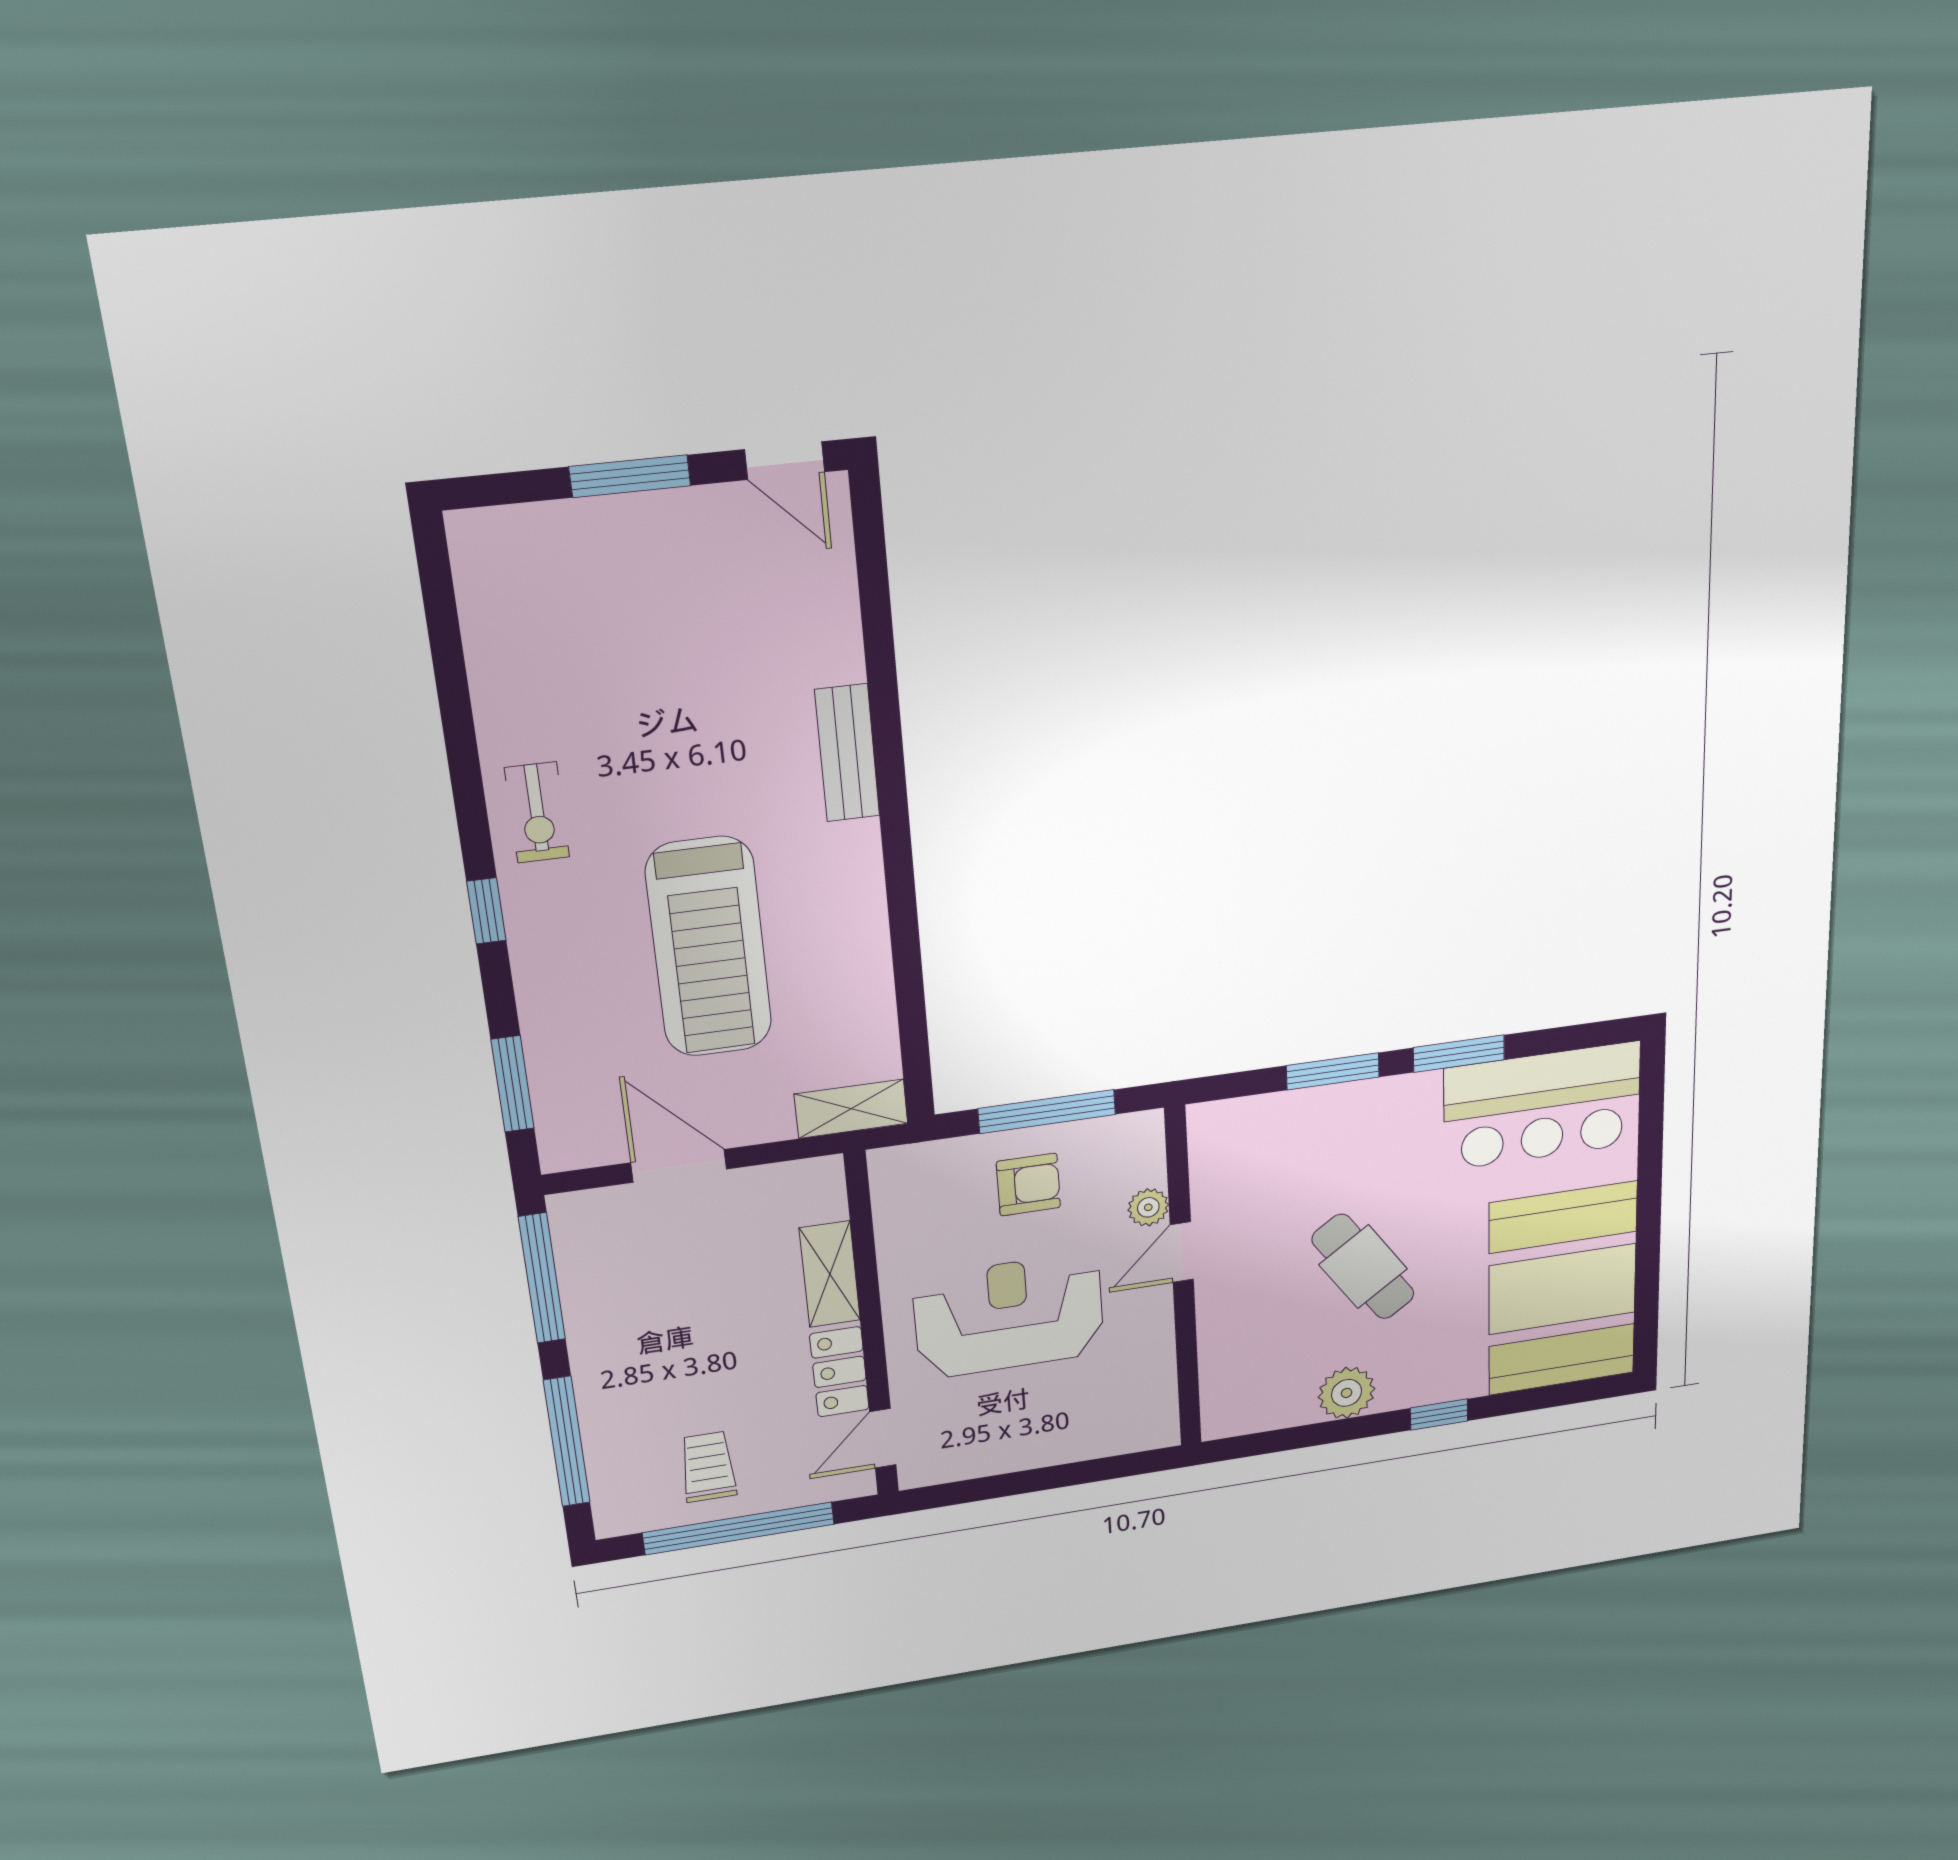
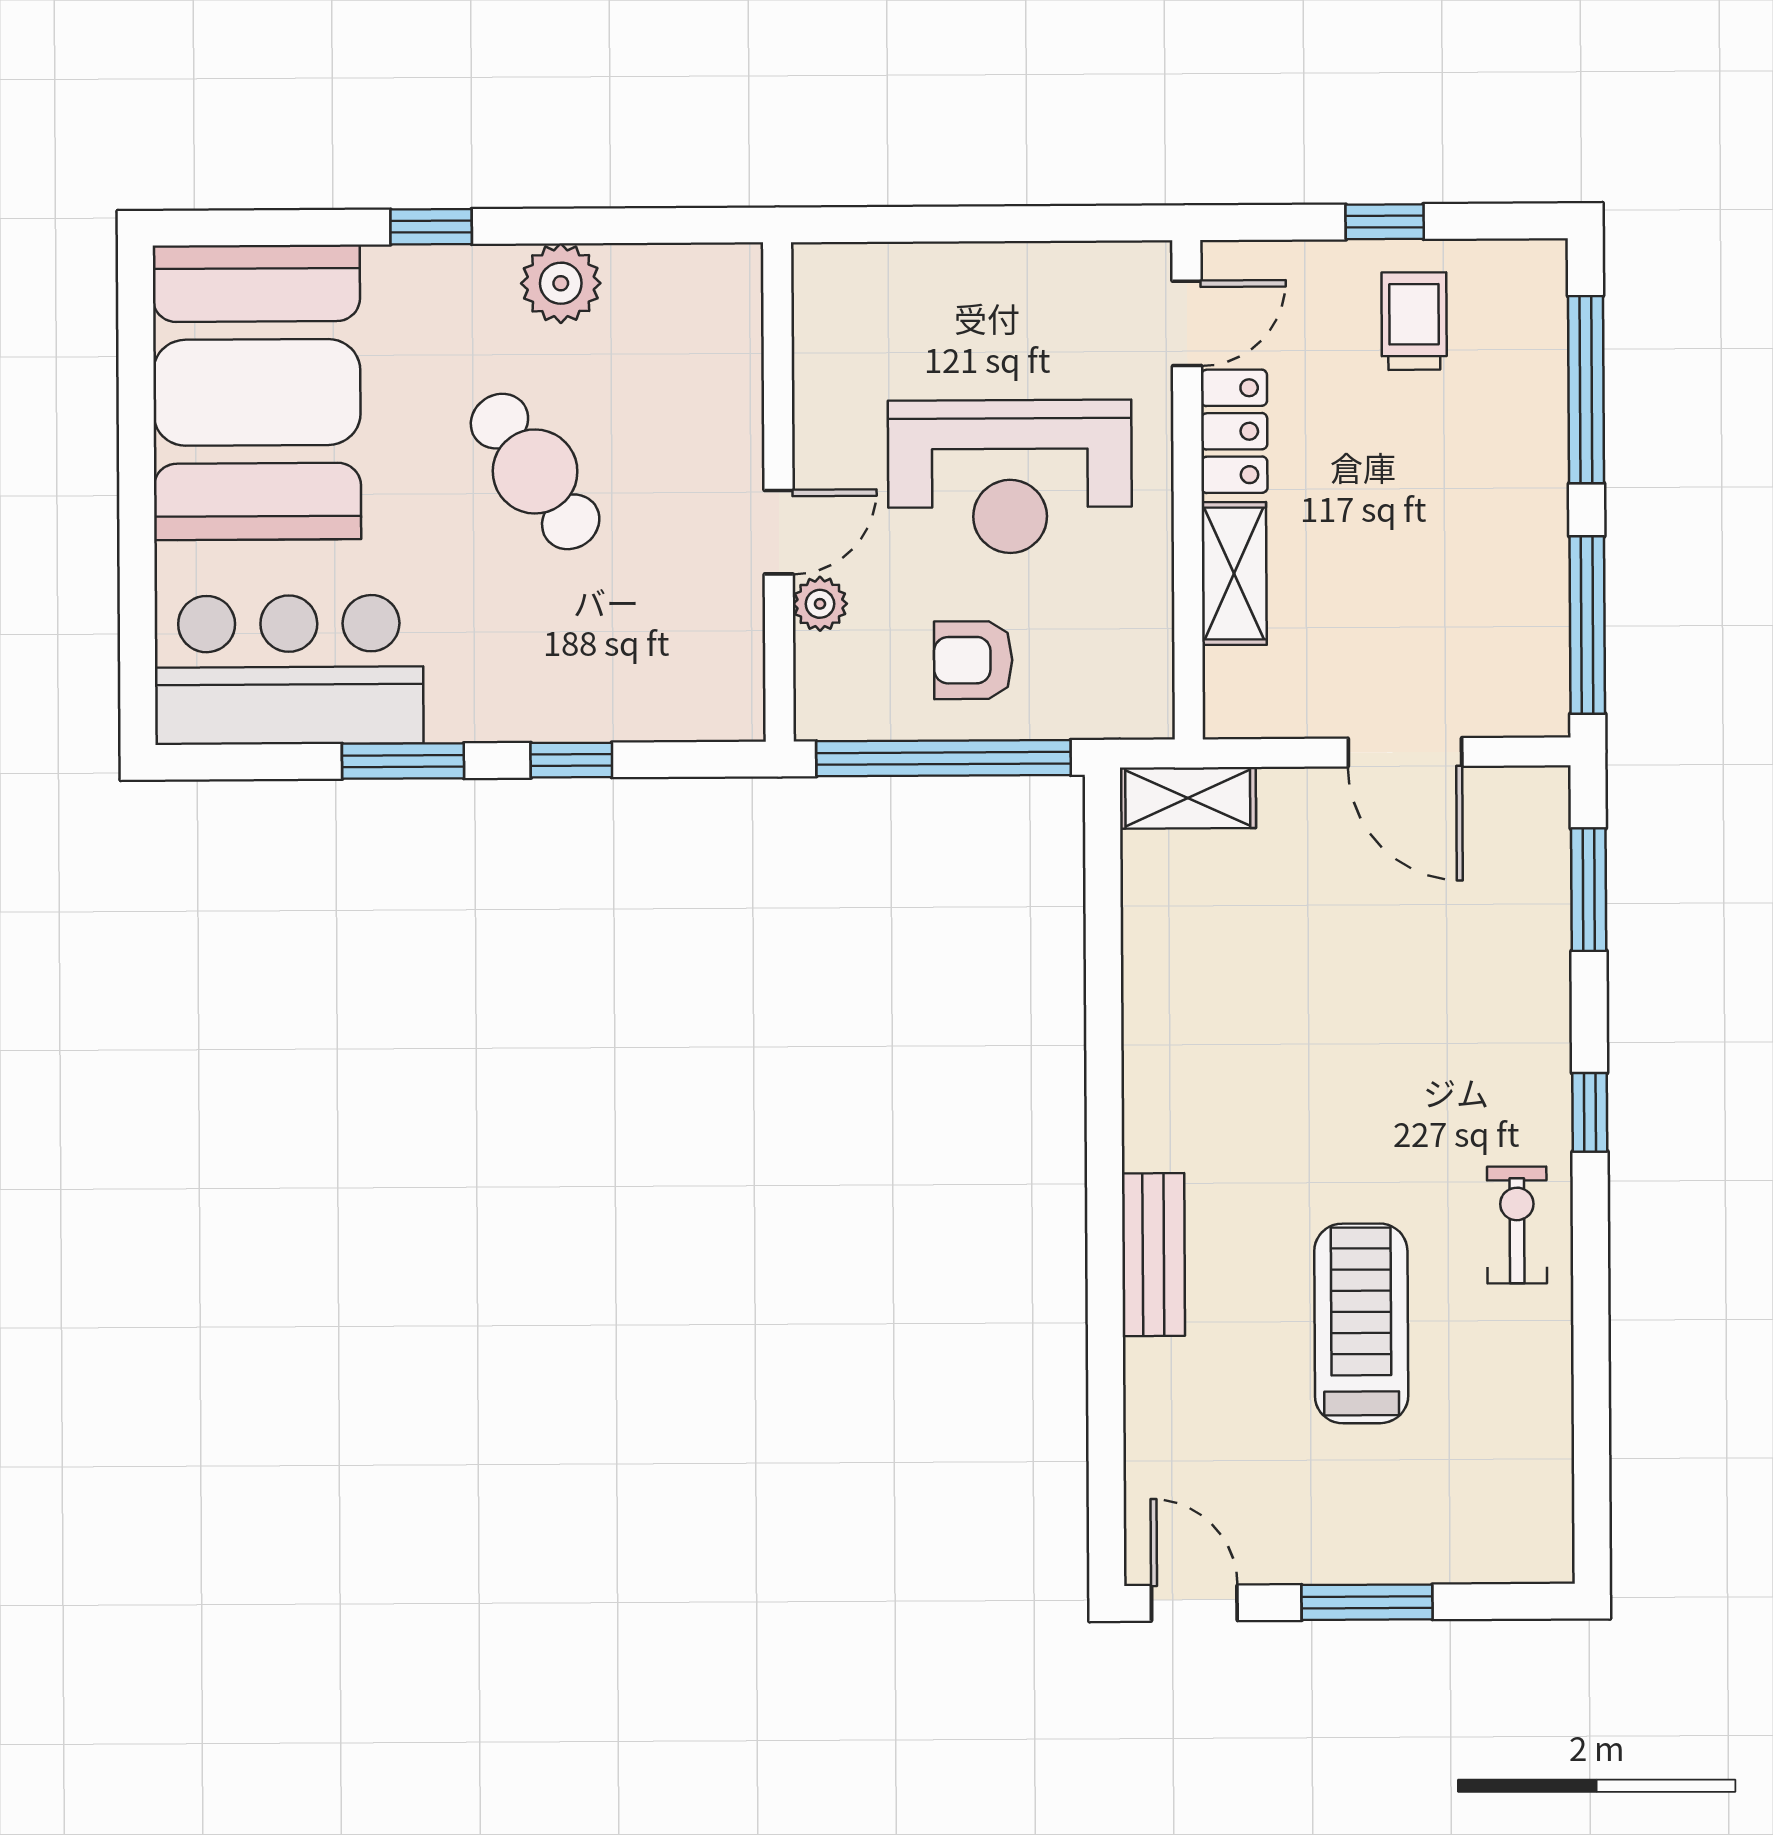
treadmill: (709, 947) -> (1361, 1323), moved, width x0.73, depth x0.73
window: (1333, 1071) -> (571, 760), width x0.67
window: (1047, 1112) -> (944, 758), width x1.46
trolley: (708, 1467) -> (1414, 321), turned 180
window: (739, 1528) -> (1385, 222), width x0.32

